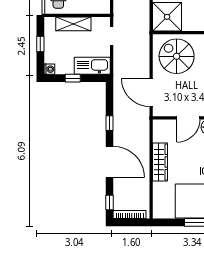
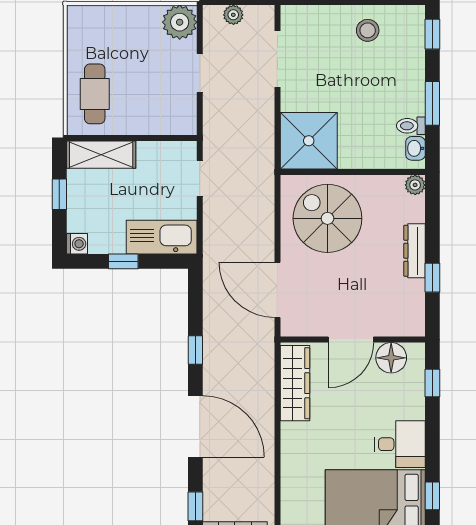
shelving: (73, 24) -> (101, 155), moved
wardrobe: (160, 162) -> (295, 383), moved

